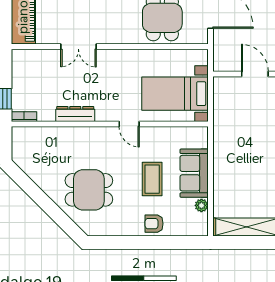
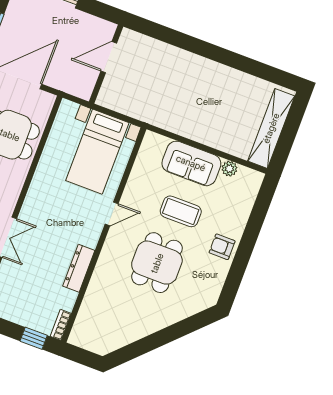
dining table: (89, 190) -> (157, 263), moved
armchair: (154, 224) -> (222, 247), moved, turned 90

